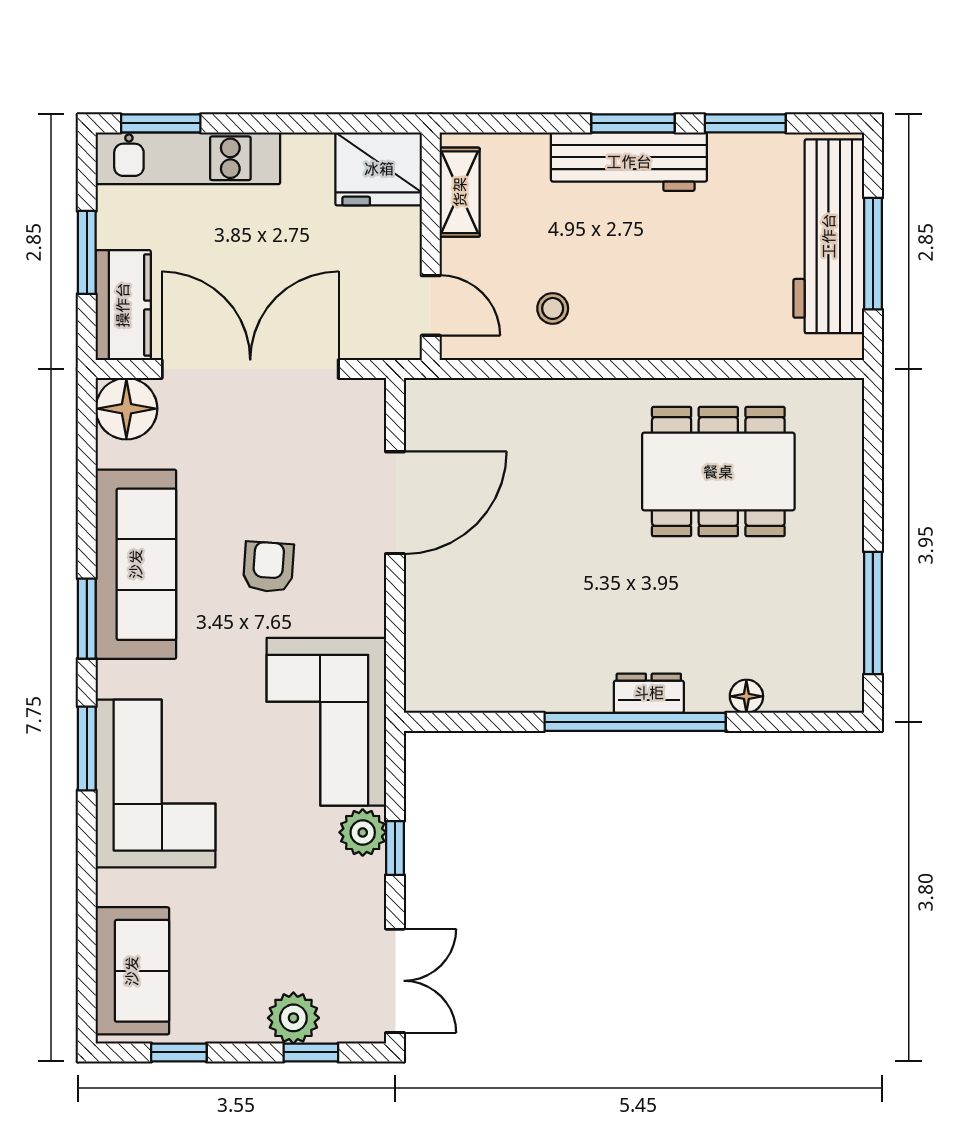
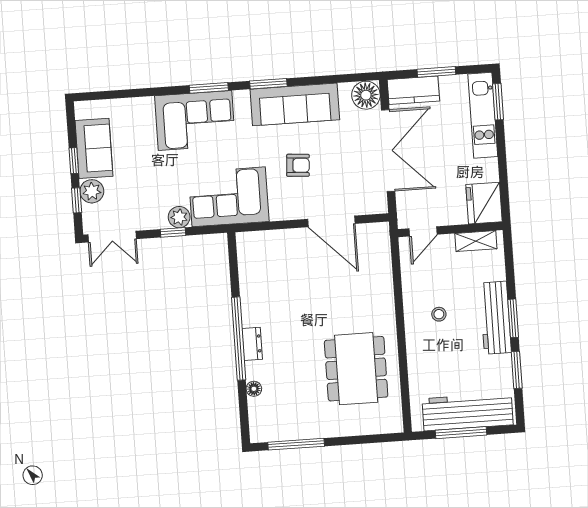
stool: (553, 308) -> (439, 314), moved
sofa: (132, 971) -> (94, 148), moved, turned -90
window: (179, 1052) -> (74, 161), moved

